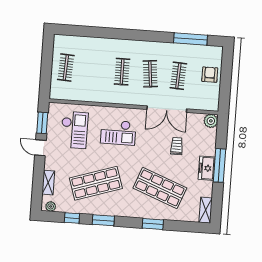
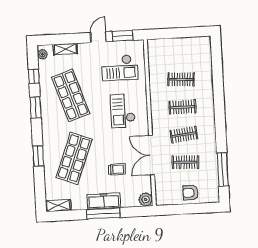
clothes rail: (66, 67) -> (181, 79), moved
armchair: (210, 75) -> (190, 193), turned 180
freezer: (207, 168) -> (104, 201), width x1.40

